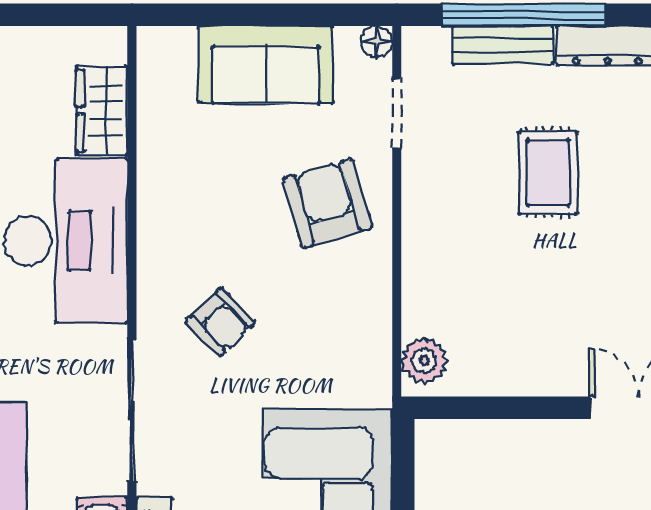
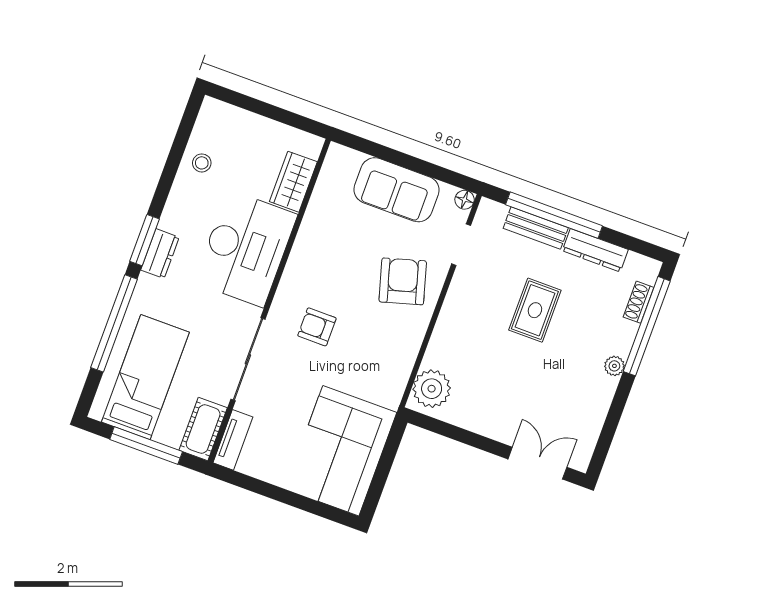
armchair: (220, 322) -> (317, 327), turned 134
plant: (424, 361) -> (432, 389), width x1.36, depth x1.36

